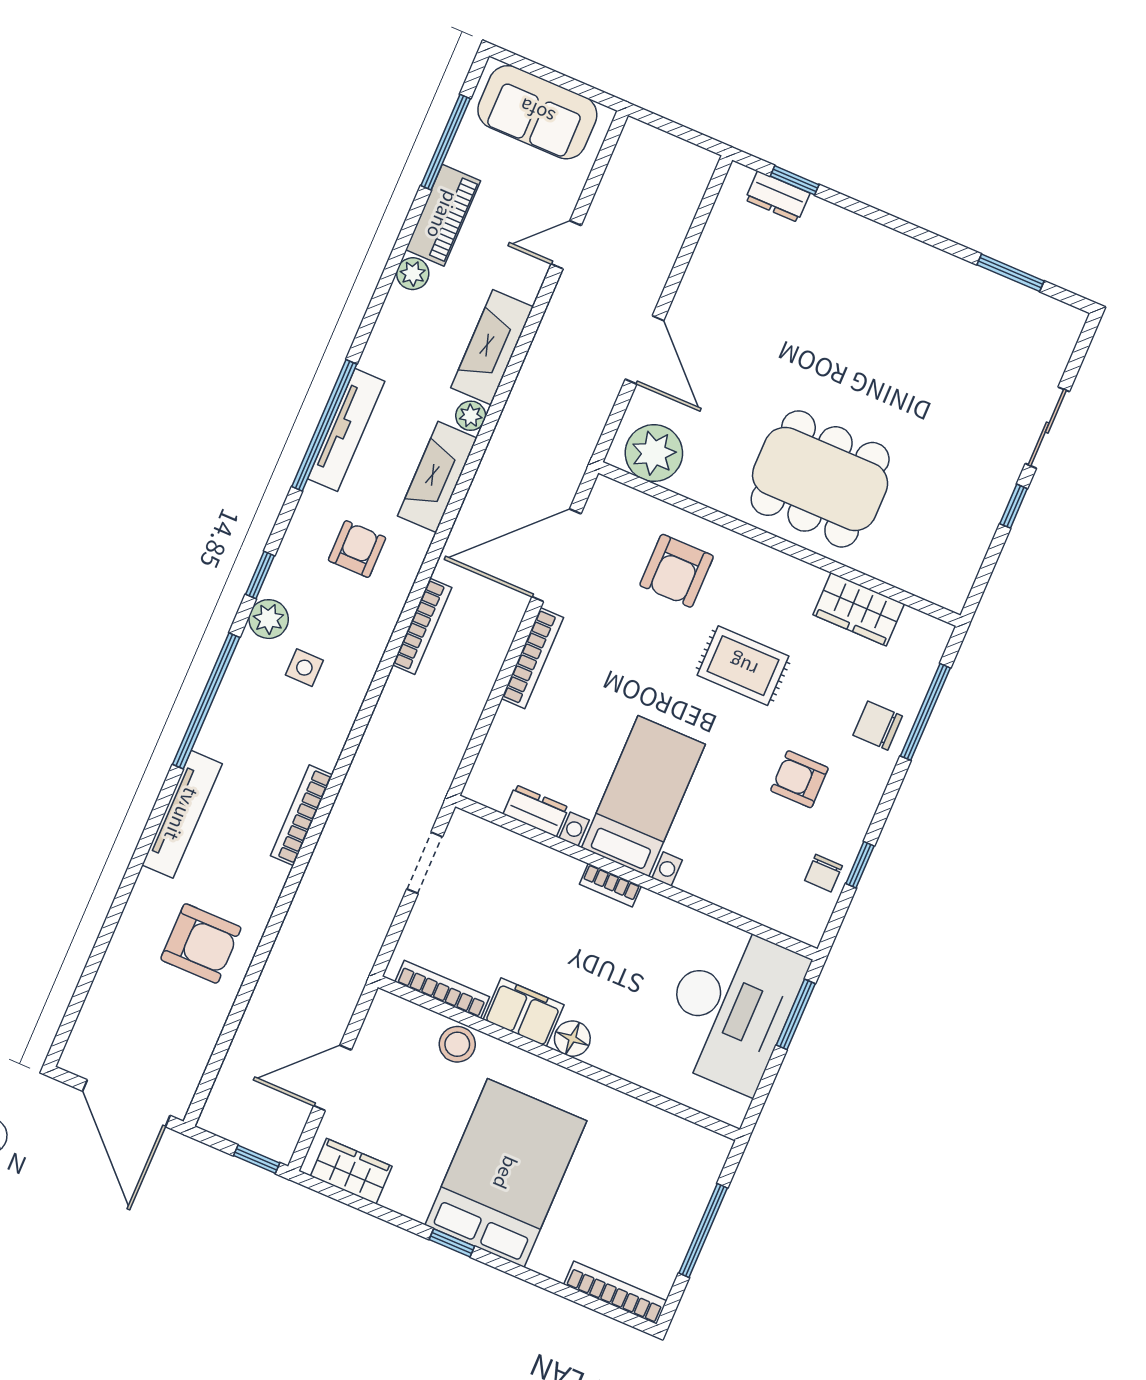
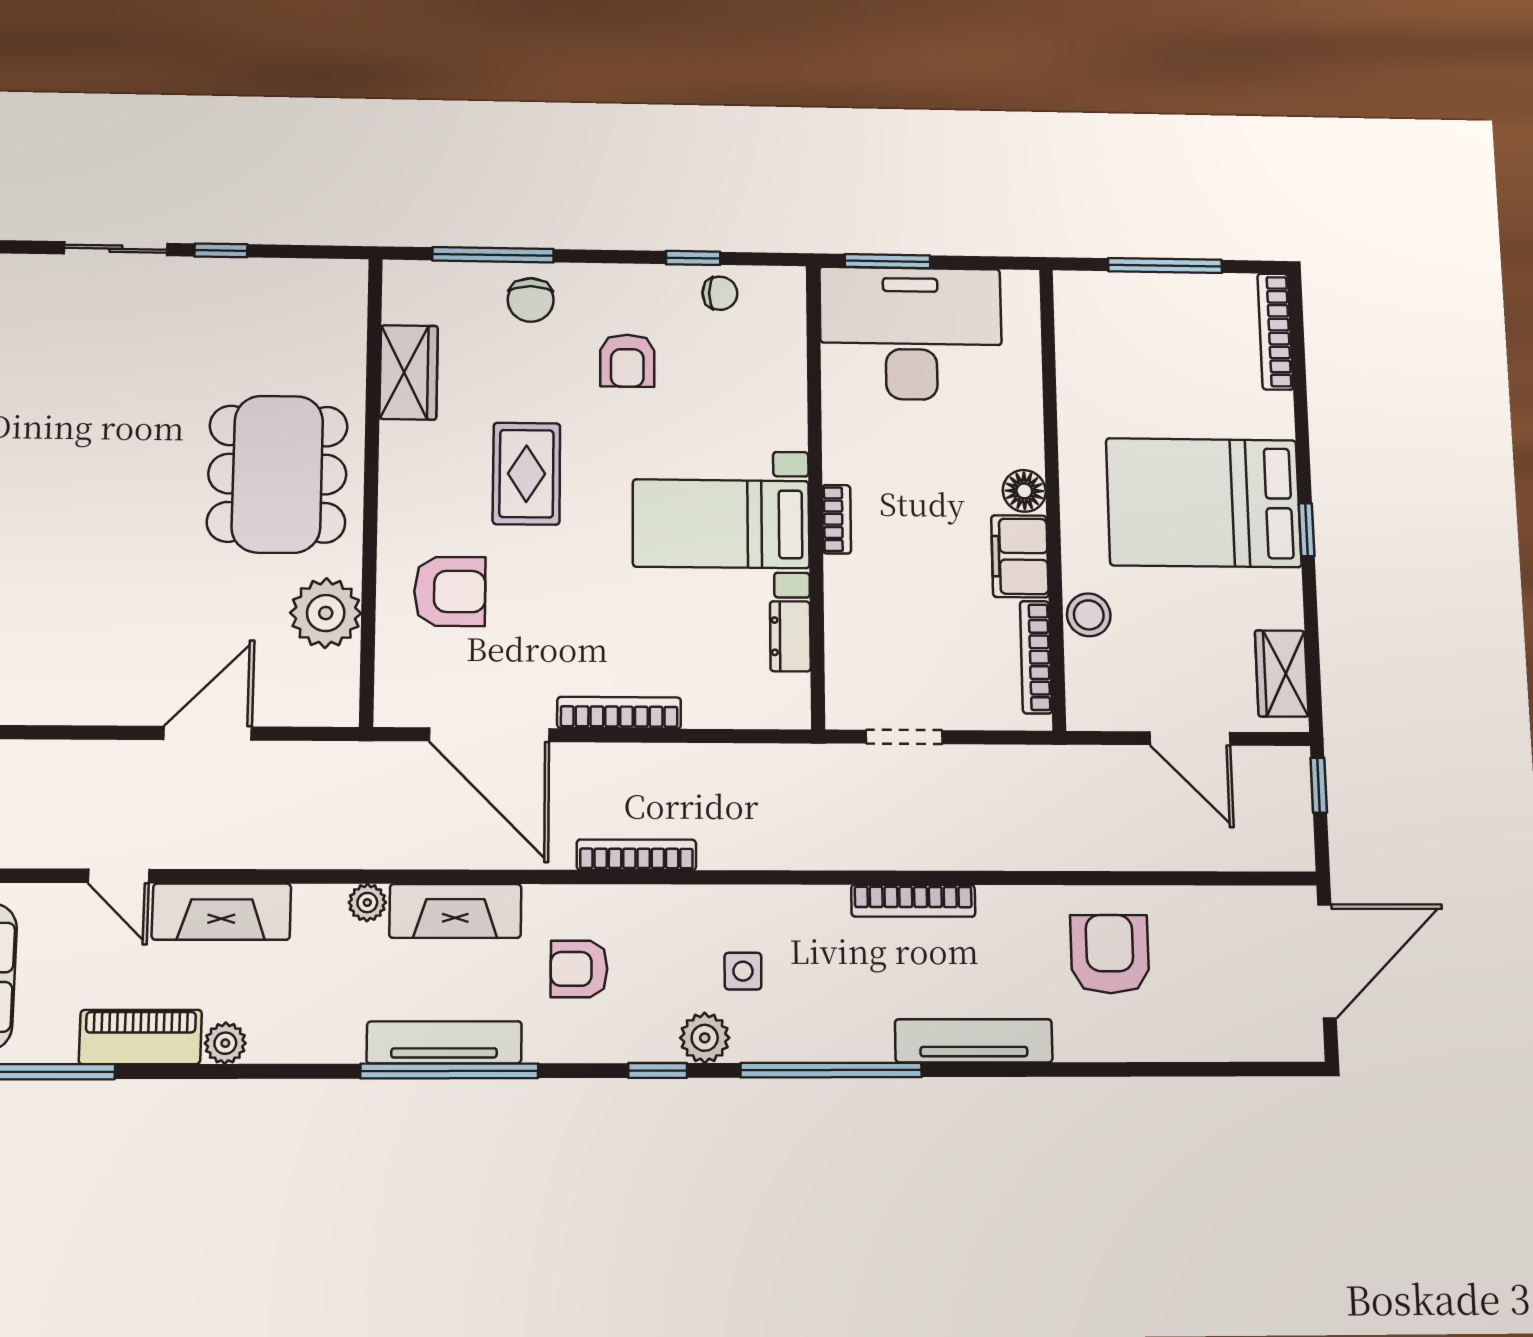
fireplace: (492, 347) -> (221, 912), moved
plant: (654, 453) -> (326, 613), moved

